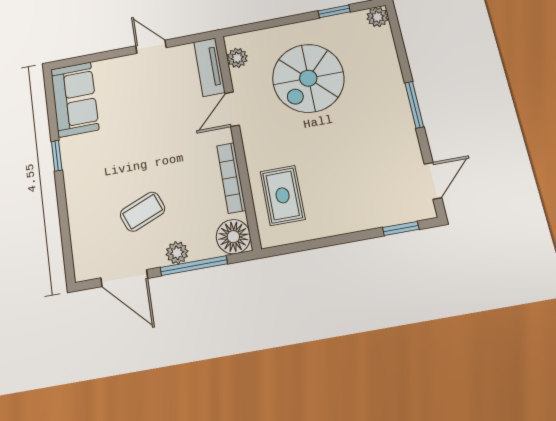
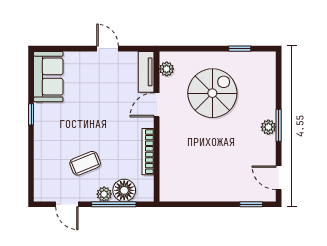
plant: (377, 17) -> (268, 127), moved
spiral stairs: (308, 78) -> (212, 93), turned 180
door: (433, 181) -> (279, 178), swing flipped
rug: (283, 195) -> (180, 169), removed
floor lamp: (233, 237) -> (124, 190), moved
door: (124, 278) -> (67, 204), width x0.73

